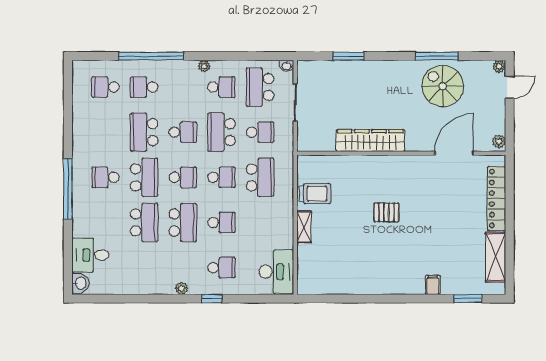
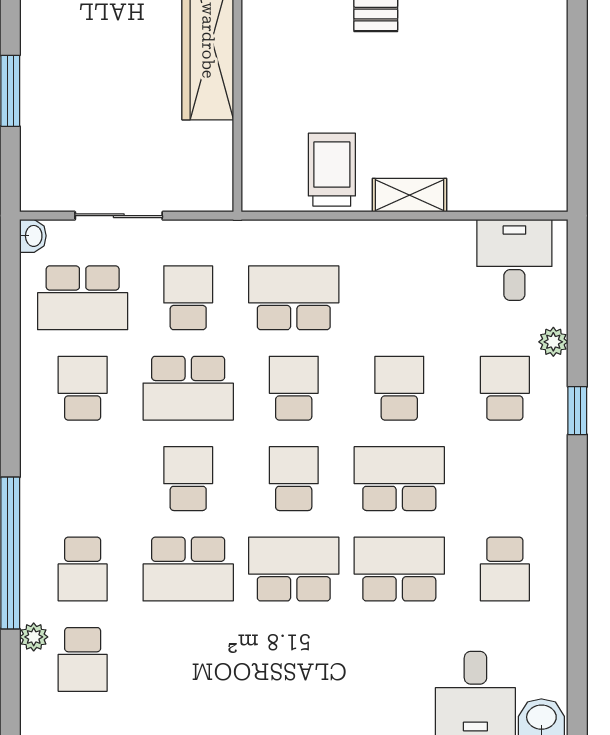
plant: (204, 66) -> (34, 637), moved
school desk: (105, 177) -> (505, 569), moved
desk: (276, 272) -> (514, 260), width x0.73
plant: (182, 288) -> (553, 342), moved

